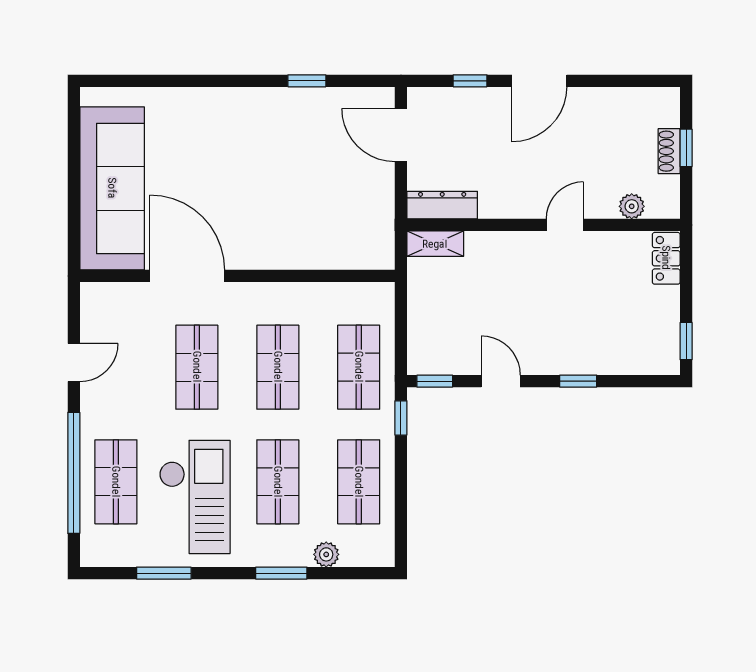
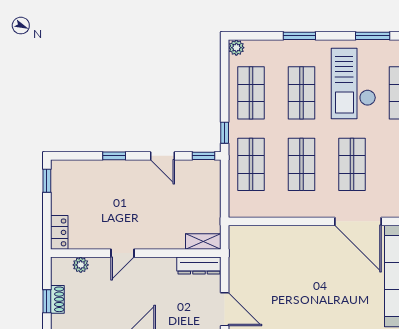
plant: (326, 554) -> (236, 48), moved

